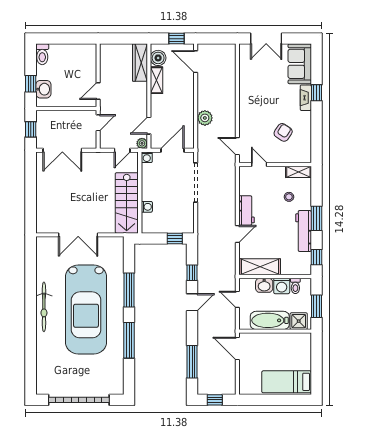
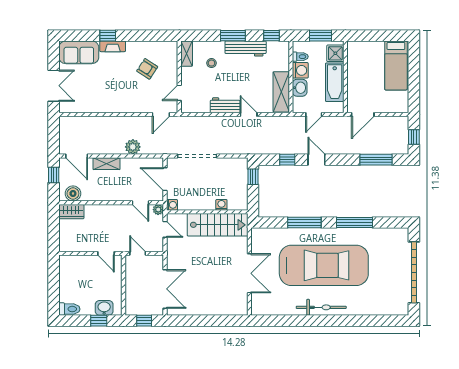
door: (196, 62) -> (77, 156), hinge flipped
wardrobe: (140, 63) -> (71, 212), width x0.67
shelving: (156, 80) -> (107, 164), moved

